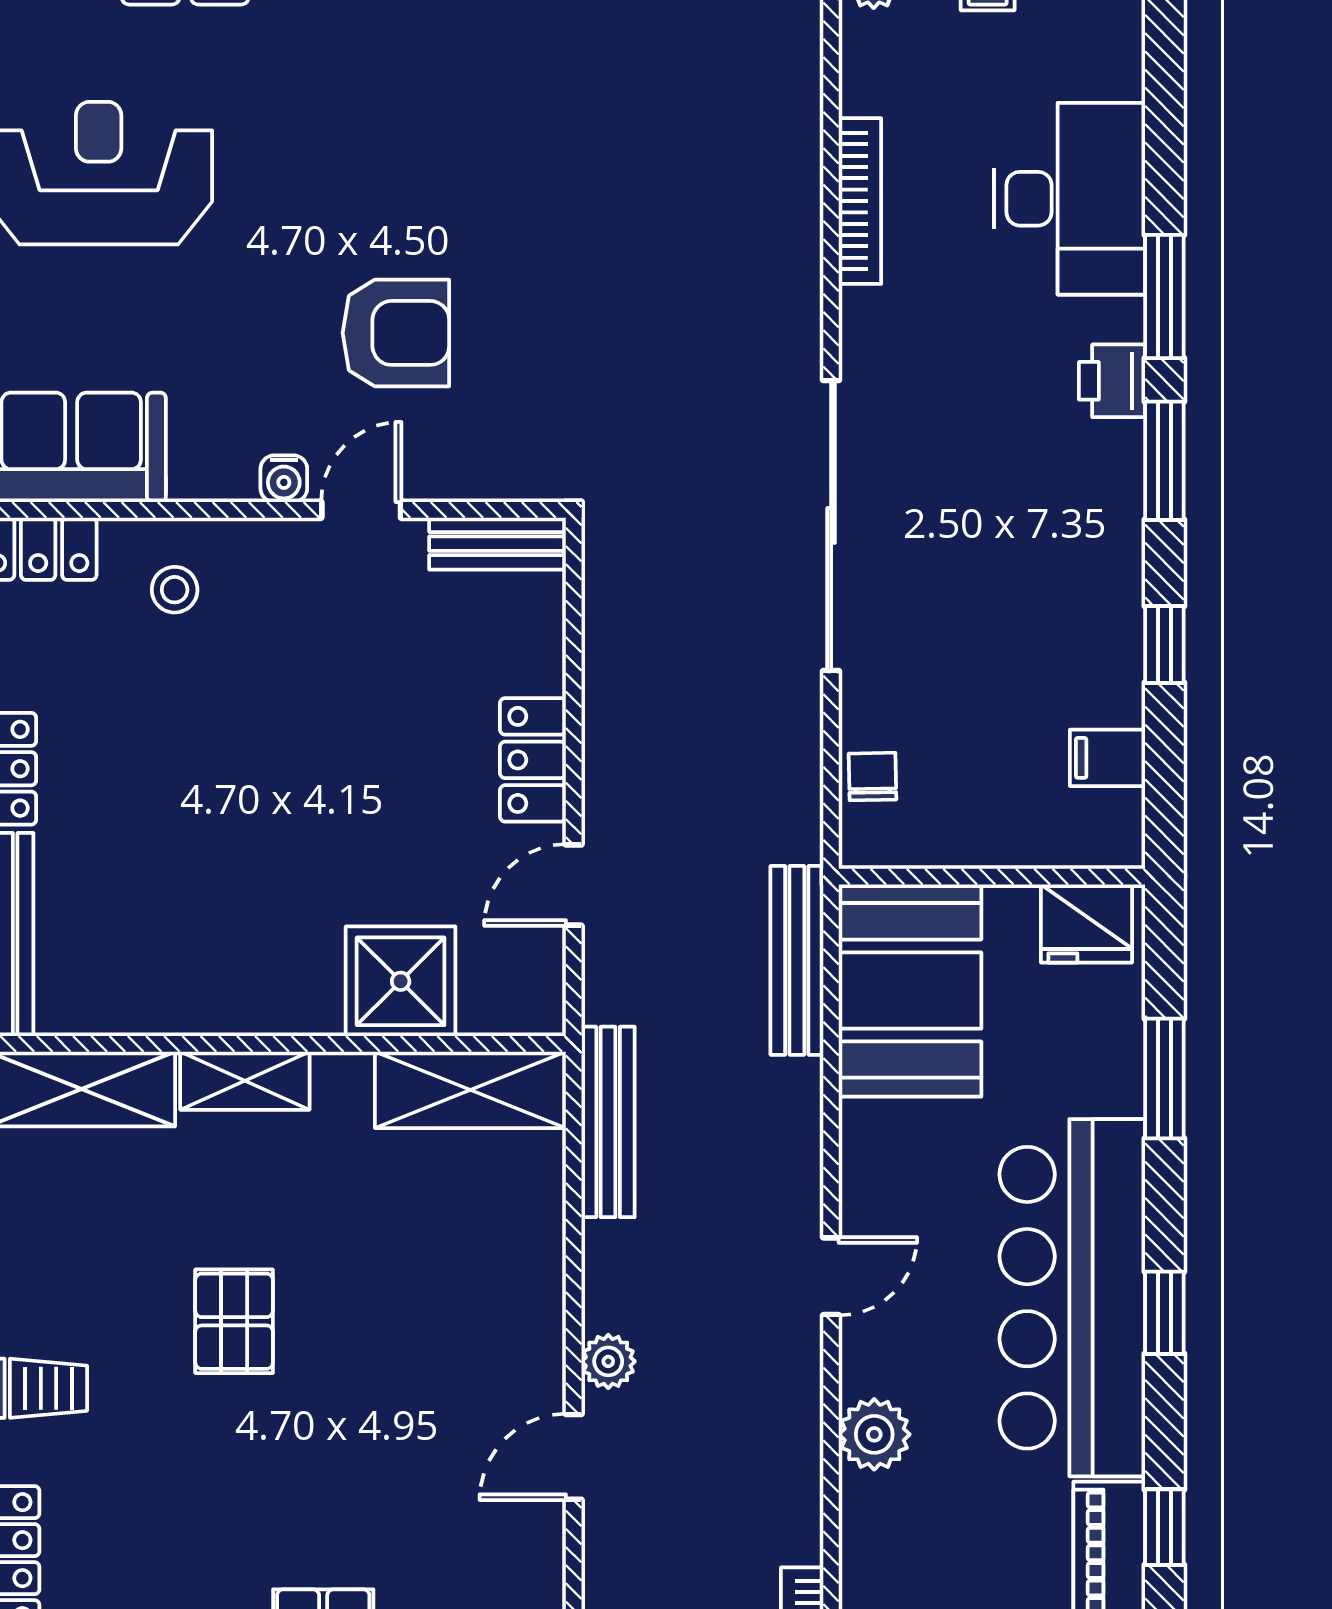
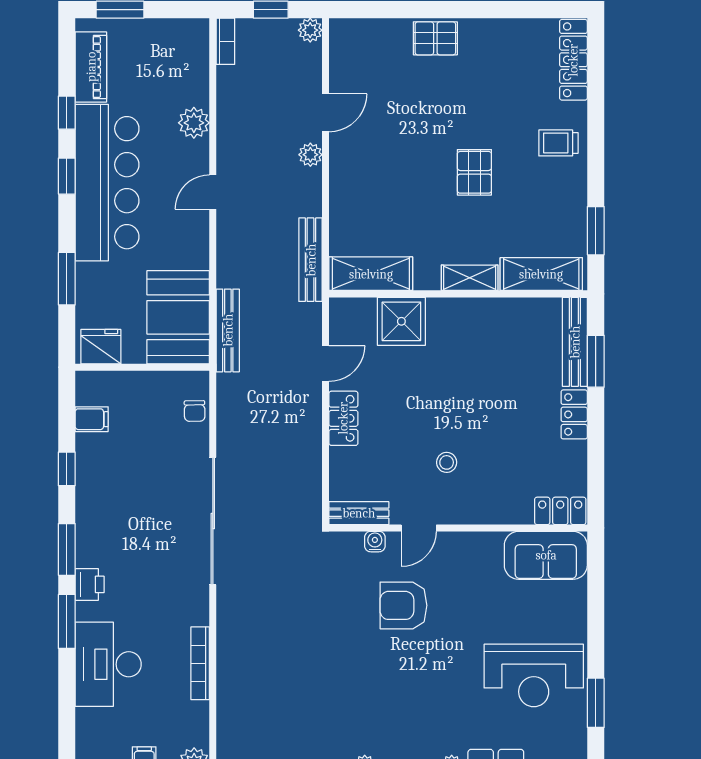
water cooler: (284, 479) -> (375, 542), moved
stool: (175, 590) -> (447, 462), moved
window: (1164, 1527) -> (67, 113), moved

